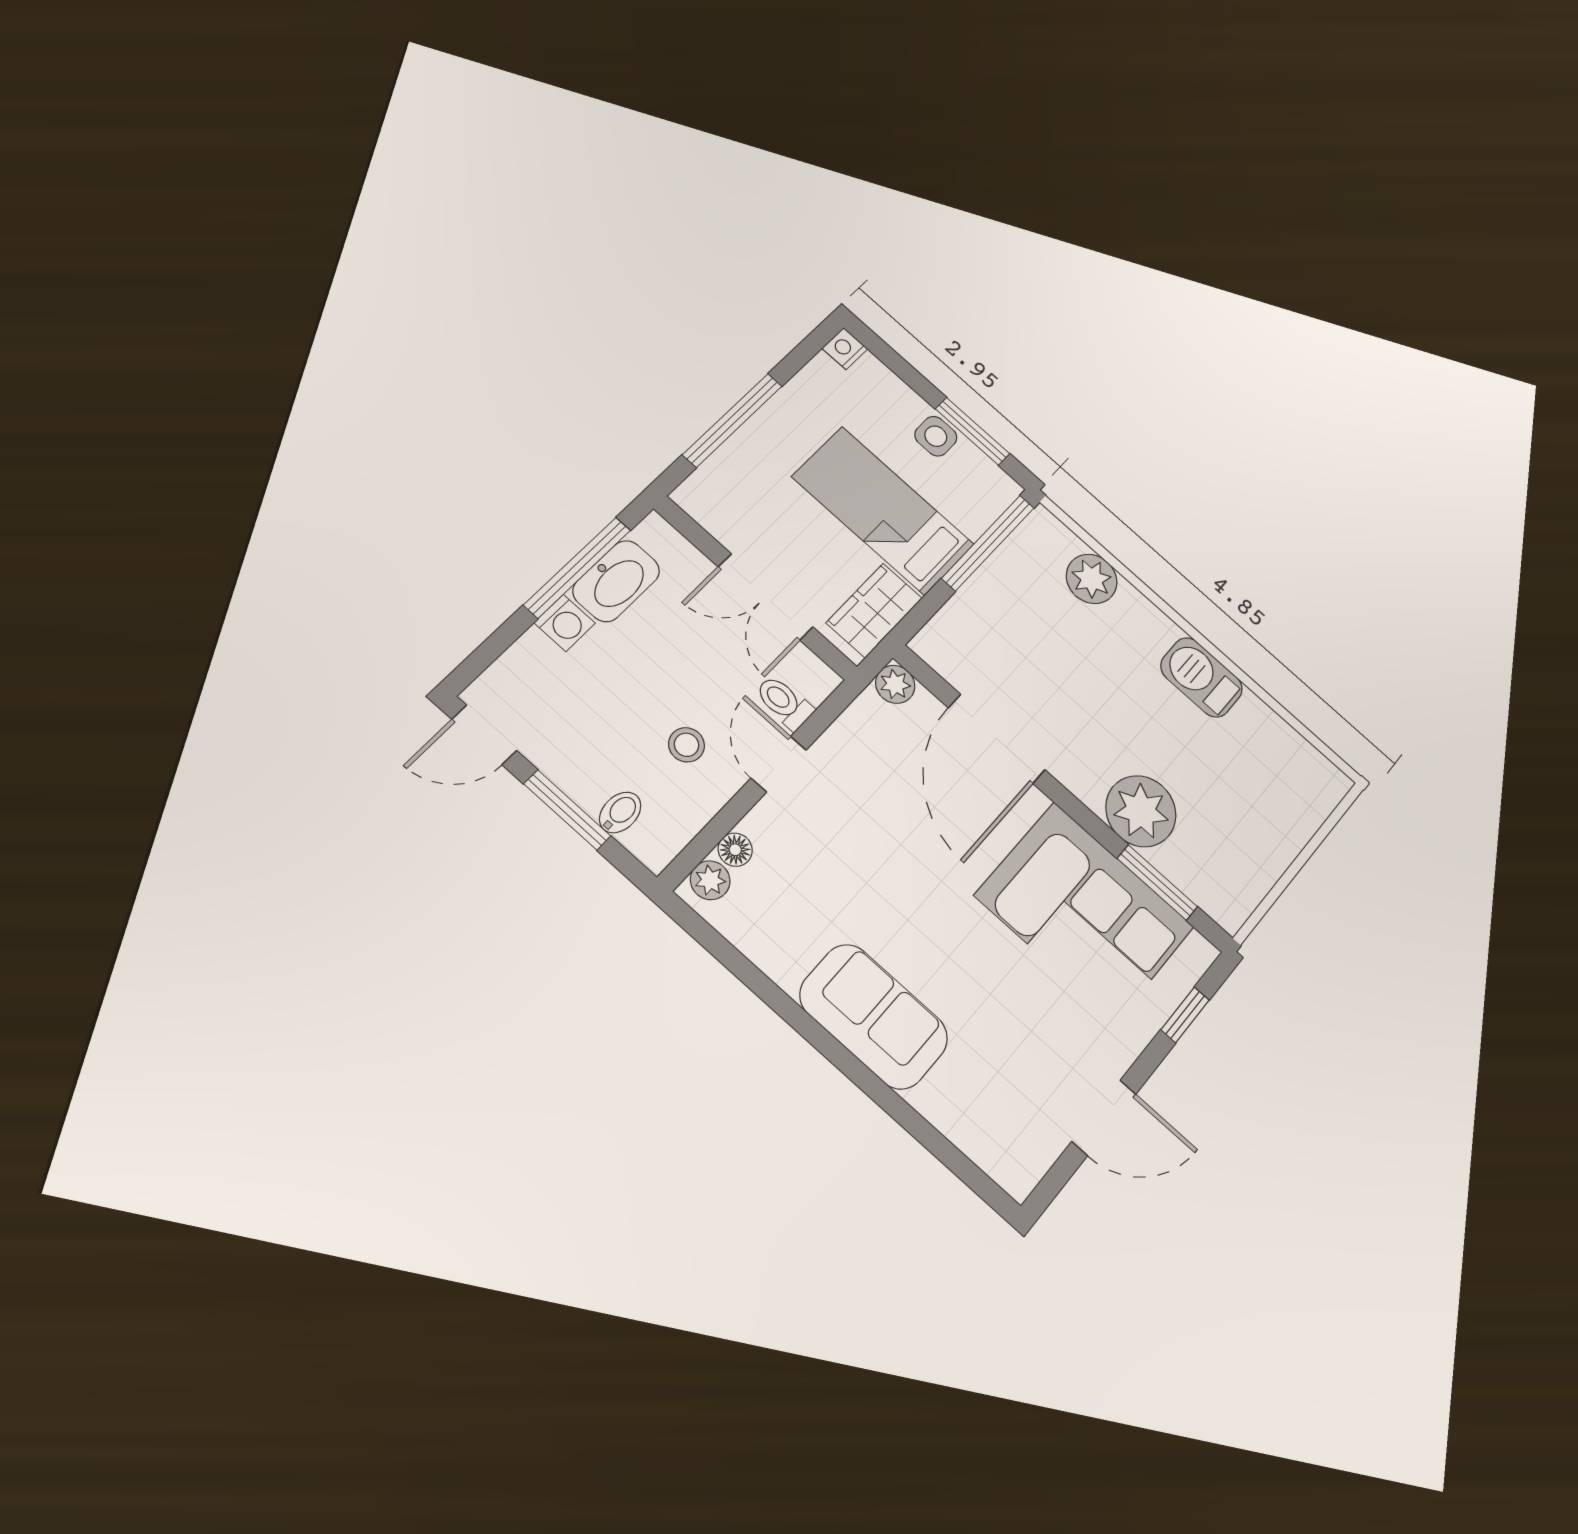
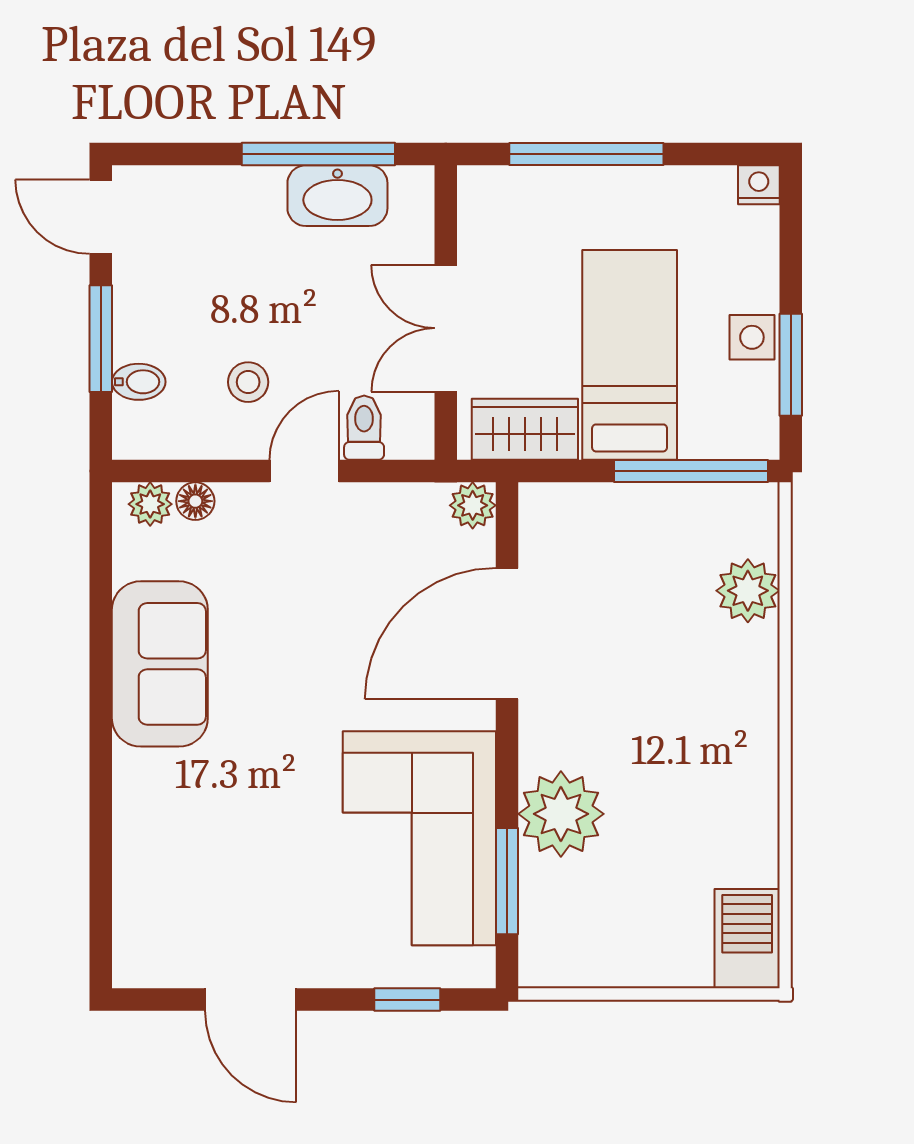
washing machine: (565, 623) -> (259, 189), removed
barbecue: (1201, 677) -> (747, 939), moved
sofa: (874, 1016) -> (160, 664), moved

